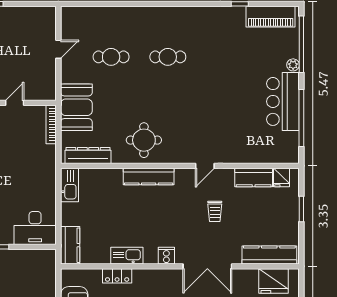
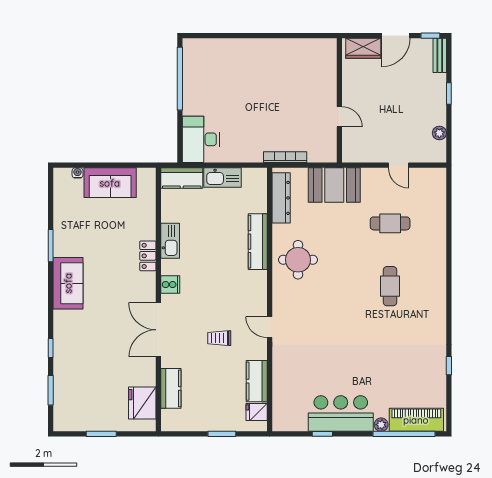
plant: (29, 12) -> (439, 133), added
piano: (271, 17) -> (416, 420), moved, turned 90
cafe table: (111, 57) -> (390, 223), turned 90
window: (301, 118) -> (322, 434), width x0.32
bookcase: (51, 124) -> (285, 157), moved
kitchen counter: (149, 176) -> (258, 242), moved
kitchen sink: (70, 185) -> (223, 177), moved
kitchen counter: (269, 255) -> (171, 388), width x0.67
locker: (117, 276) -> (148, 256), moved

